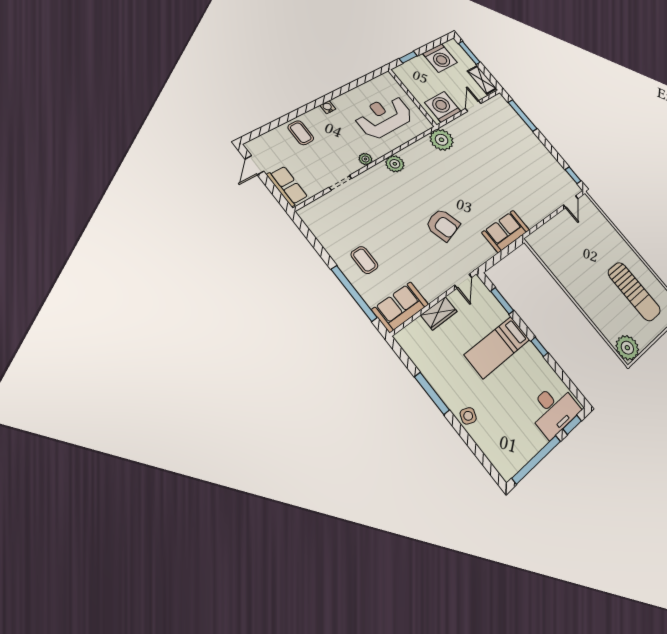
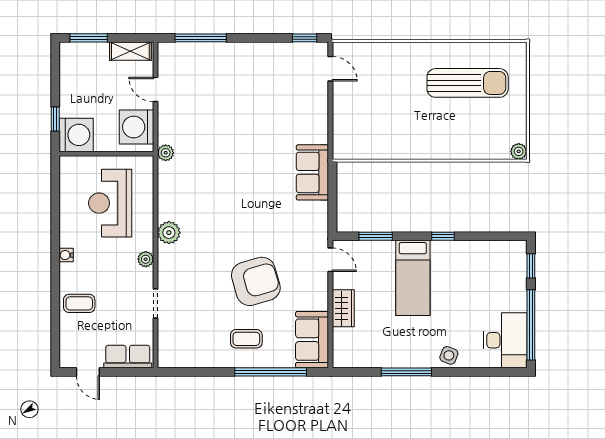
washing machine: (440, 58) -> (76, 135), moved
plant: (442, 140) -> (166, 153), width x0.53, depth x0.53
armchair: (443, 225) -> (256, 281), moved, width x1.36, depth x1.36
plant: (627, 348) -> (519, 151), width x0.53, depth x0.53
desk: (554, 410) -> (505, 340), moved

